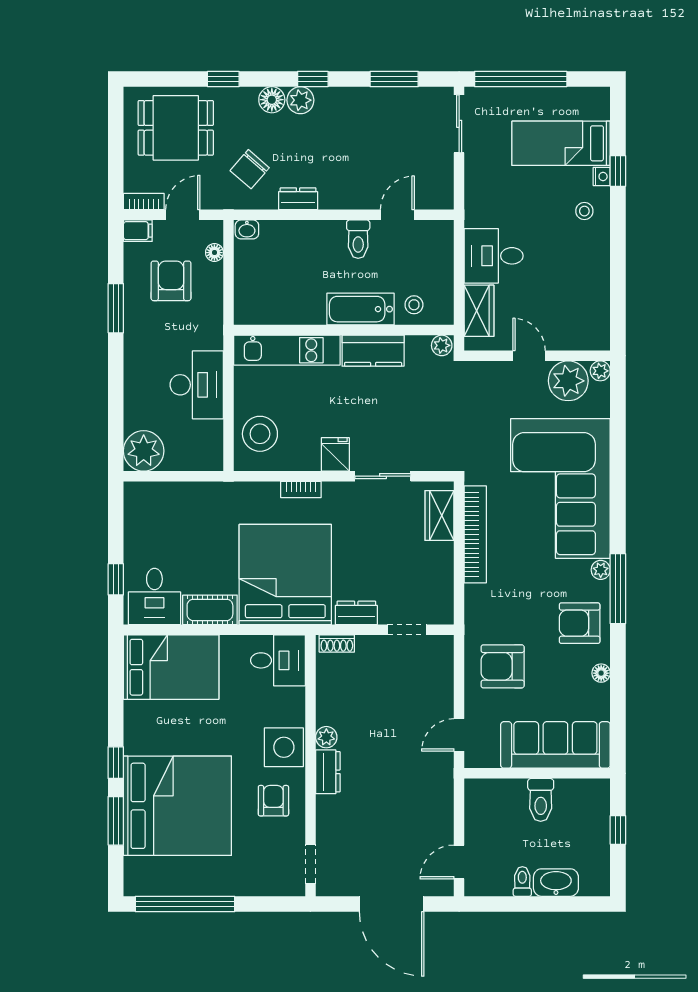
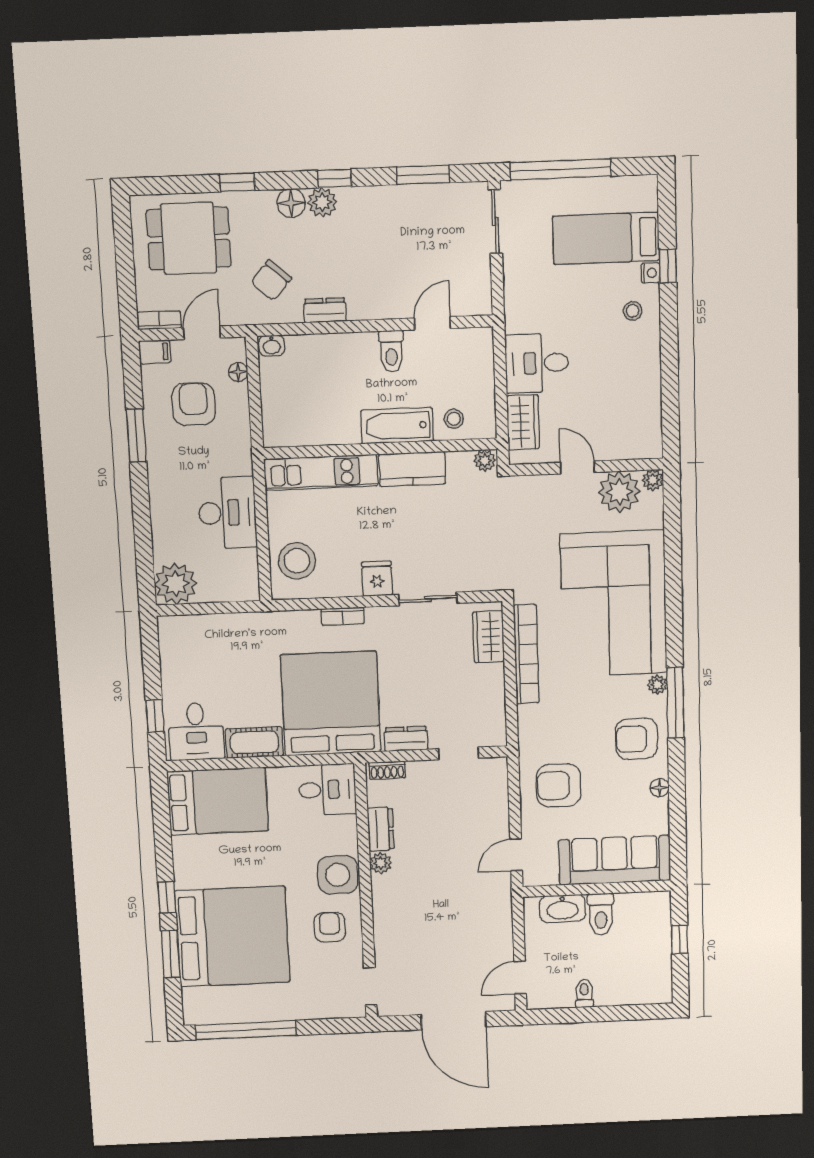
dresser: (328, 772) -> (381, 829), moved
washbasin: (556, 883) -> (563, 908), moved, turned 180

